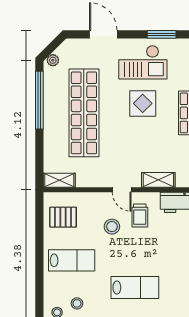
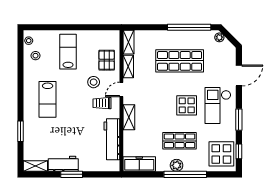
shop shelf: (84, 113) -> (180, 61), width x0.71
shelving: (91, 181) -> (128, 67), added
pallet: (63, 217) -> (107, 60), moved
lab bench: (72, 260) -> (68, 52), turned 180

